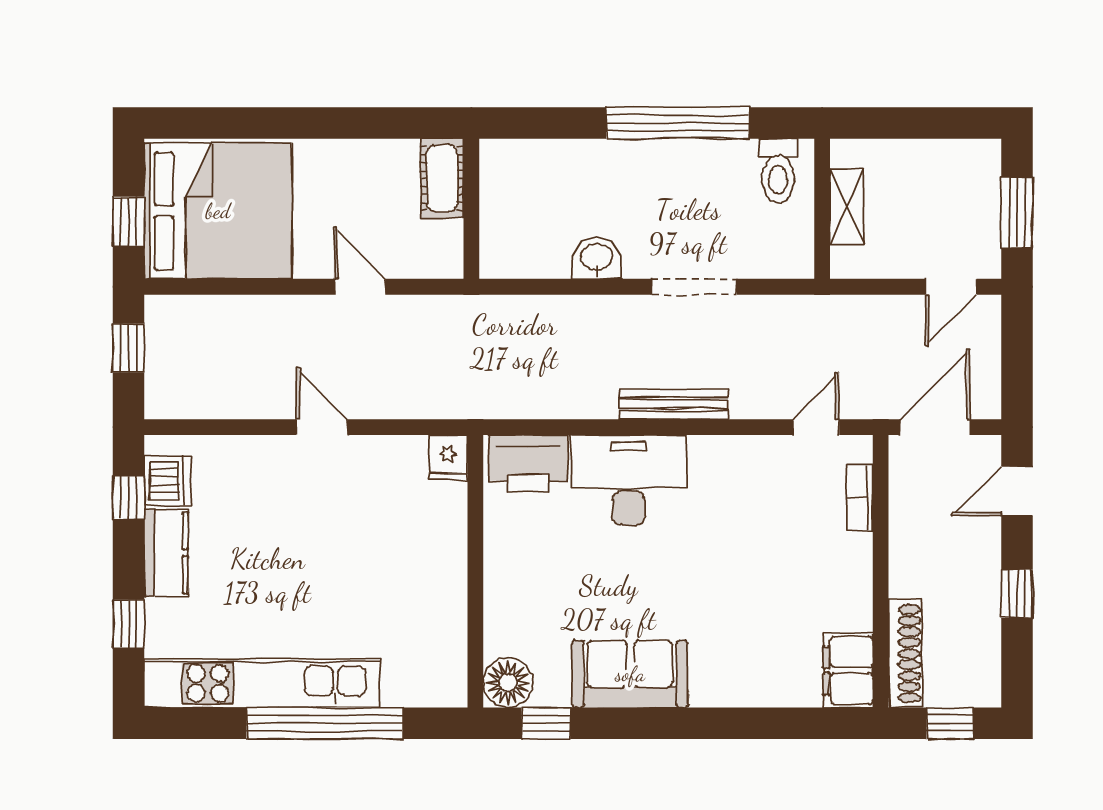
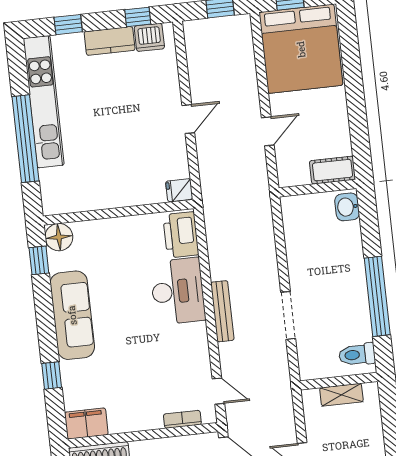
washbasin: (597, 258) -> (347, 207), moved, turned 180
sofa: (630, 674) -> (72, 315), width x1.36
window: (755, 723) -> (52, 375), added

